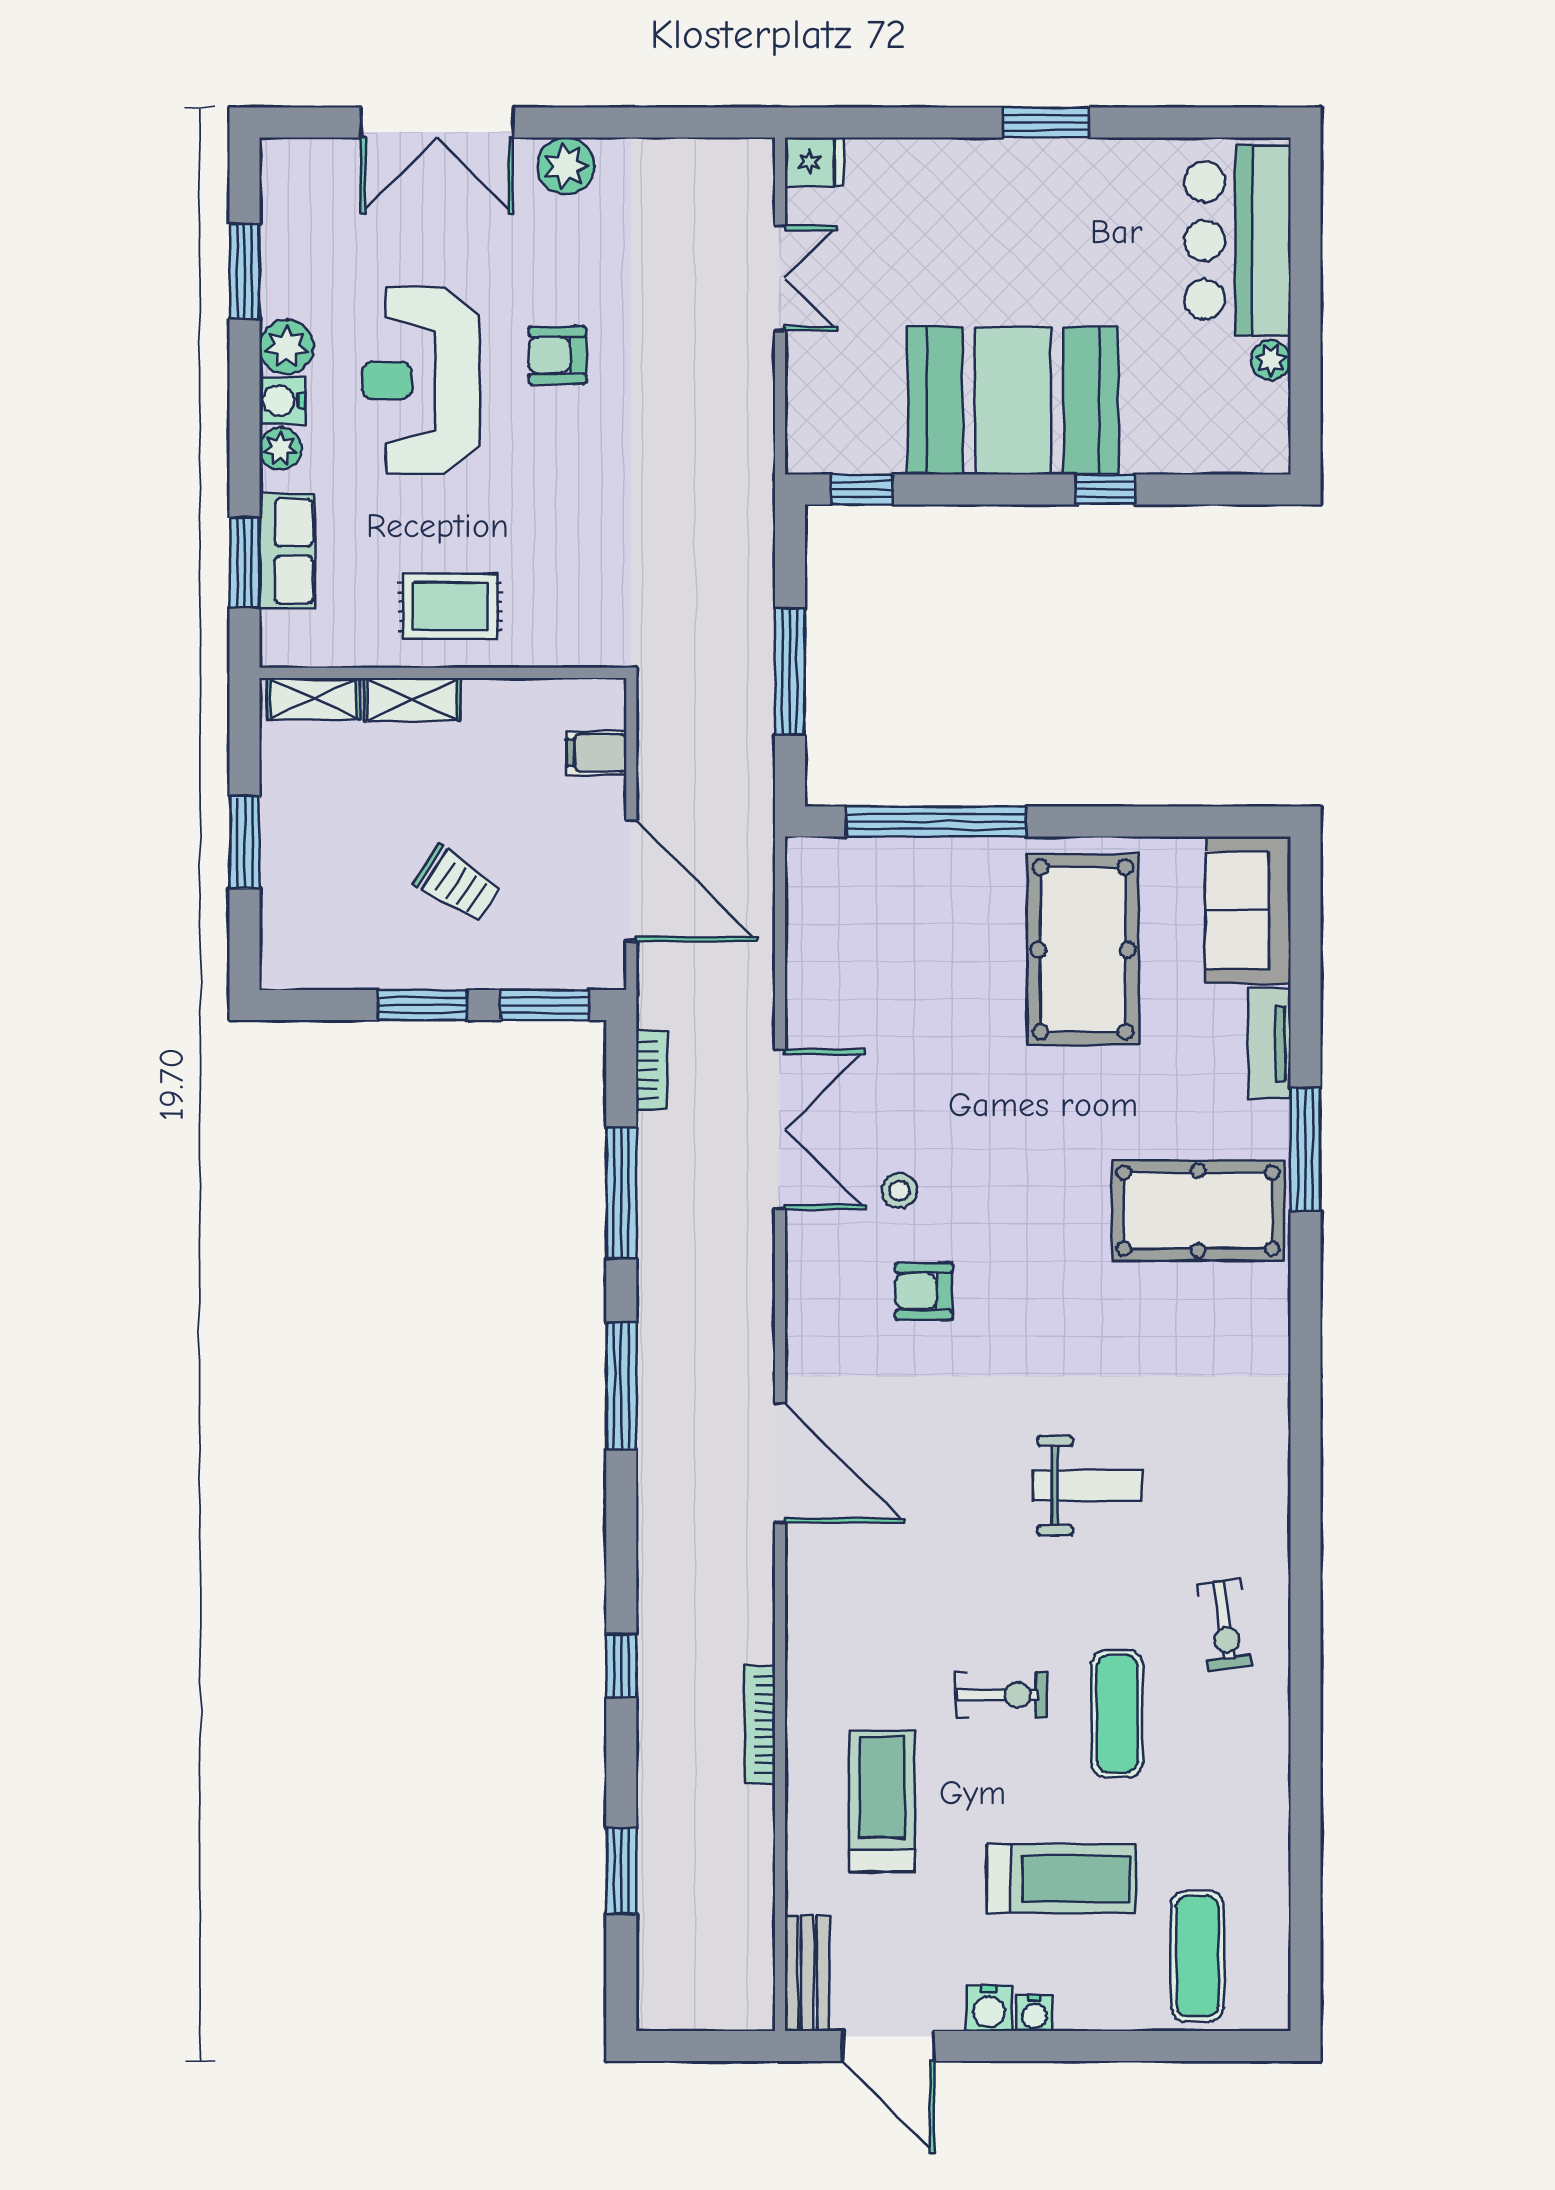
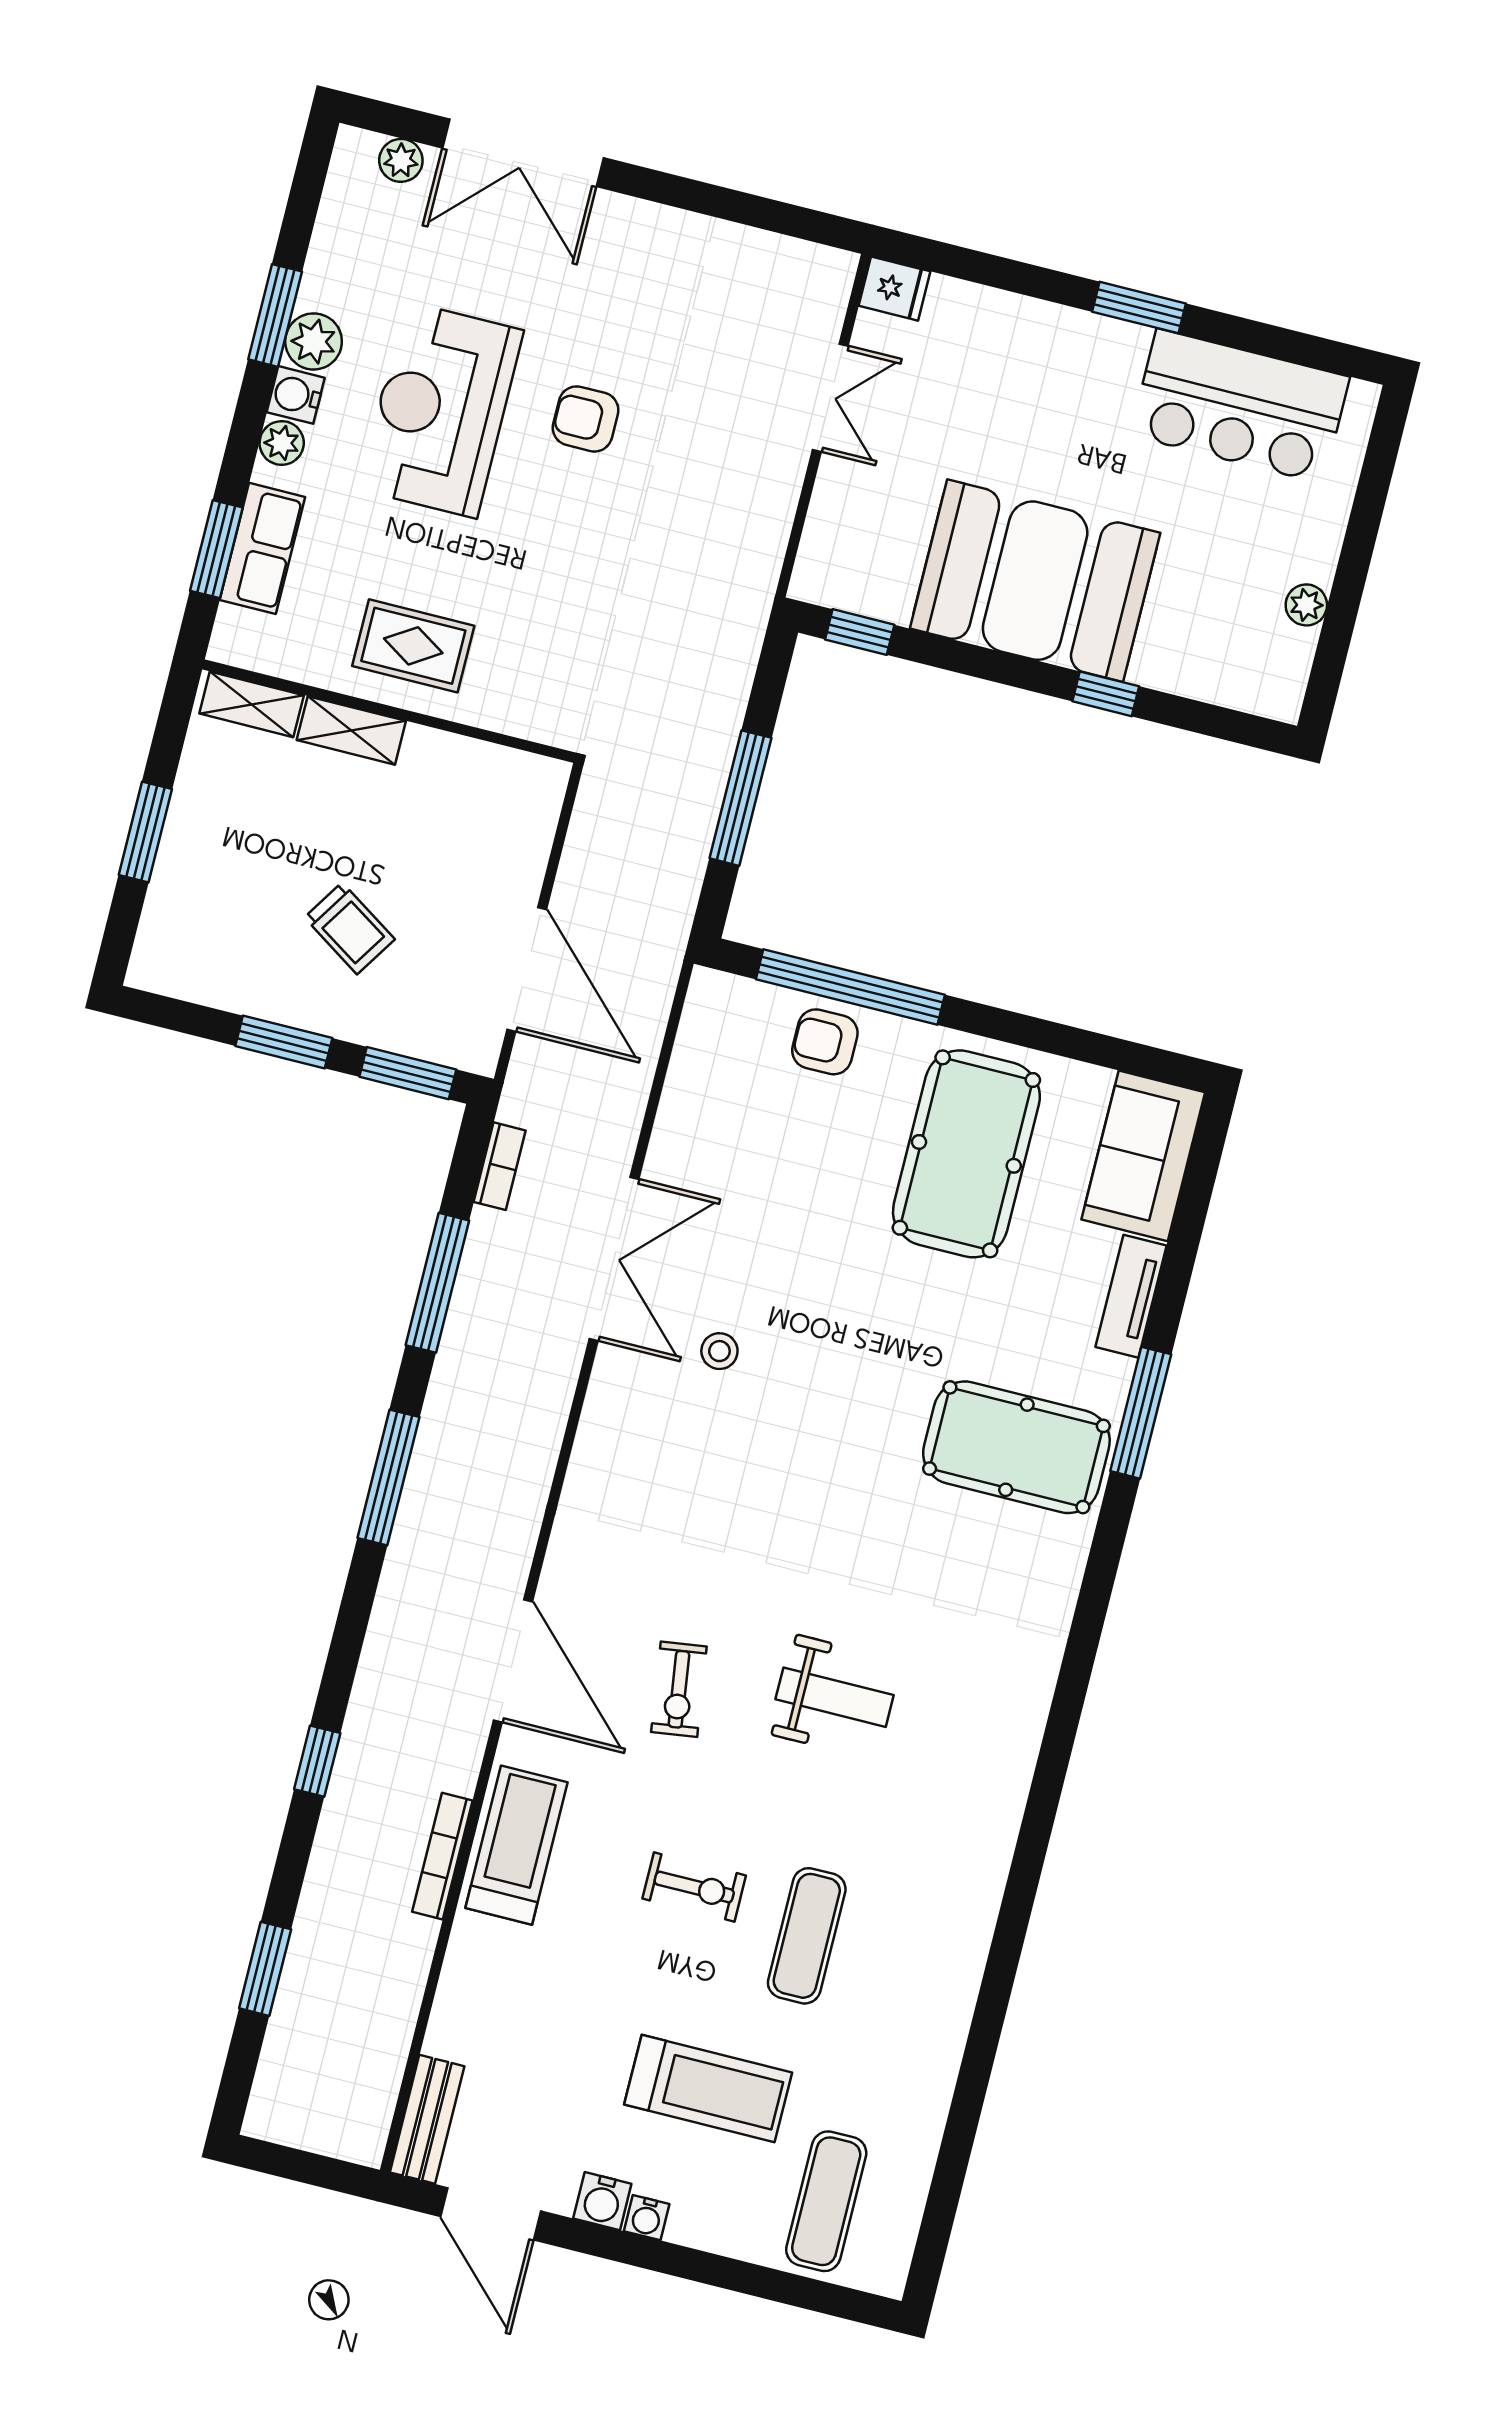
plant: (566, 166) -> (401, 160), moved, width x0.73, depth x0.73
bar counter: (1237, 241) -> (1240, 406), moved, turned -90
window: (245, 271) -> (275, 315), moved
filing cabinet: (596, 753) -> (524, 831), removed
armchair: (924, 1291) -> (825, 1042), moved
door: (780, 1463) -> (513, 1661), moved
exercise bike: (1225, 1624) -> (679, 1689), moved
treadmill: (882, 1801) -> (516, 1845), moved

